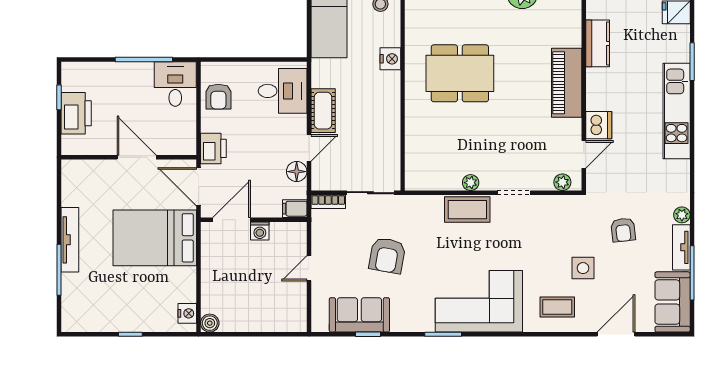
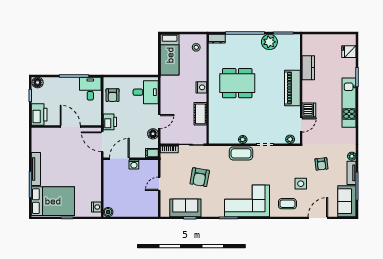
nightstand: (390, 59) -> (201, 87), moved
floor lamp: (73, 72) -> (38, 82), added
cot: (323, 111) -> (200, 114), moved
printer: (76, 113) -> (39, 115), moved
bed: (155, 238) -> (53, 201), moved, turned 180

